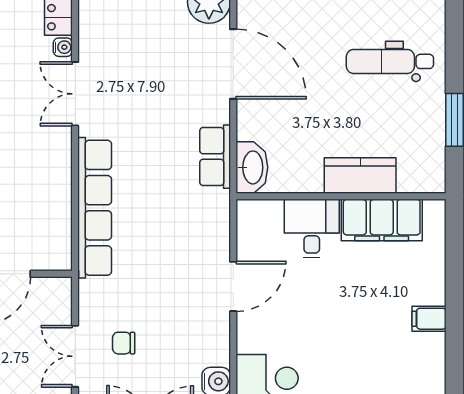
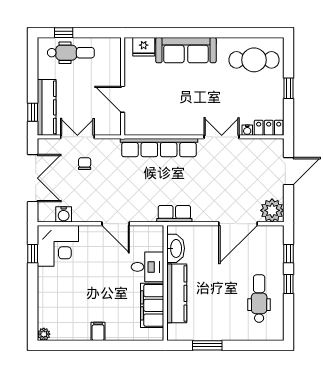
dental chair: (390, 61) -> (259, 299), moved
row of seats: (215, 157) -> (174, 214), moved
washbasin: (252, 167) -> (176, 248), moved, turned -90
kitchen counter: (360, 175) -> (177, 293), width x1.50

